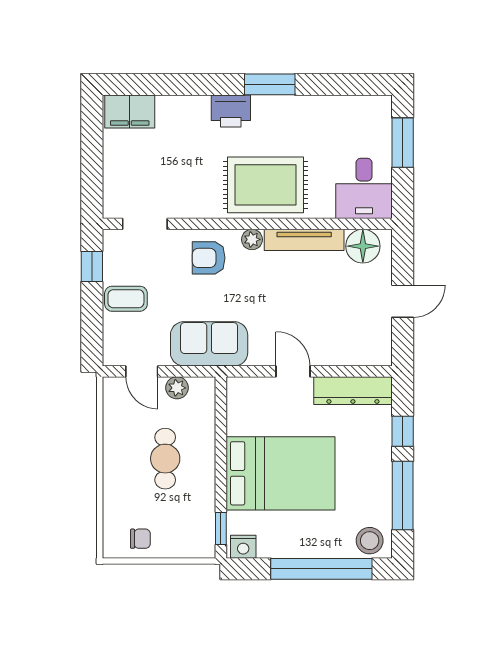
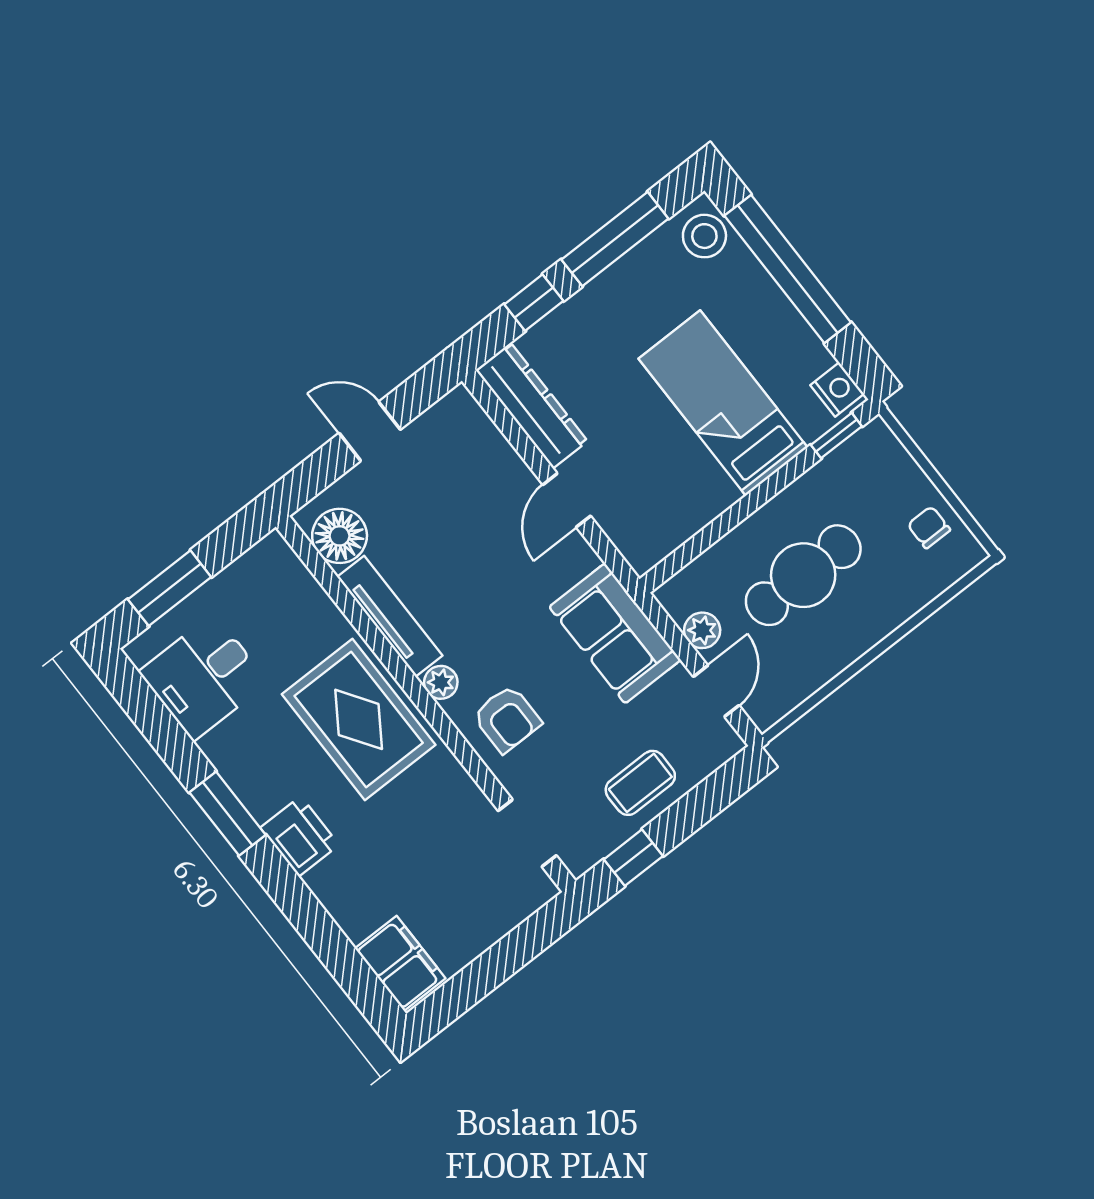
desk: (364, 188) -> (204, 677), moved, turned 180
coffee table: (126, 299) -> (640, 783), turned 90
cafe table: (165, 459) -> (803, 575), width x1.37, depth x1.35
bed: (281, 473) -> (723, 403), width x0.67

